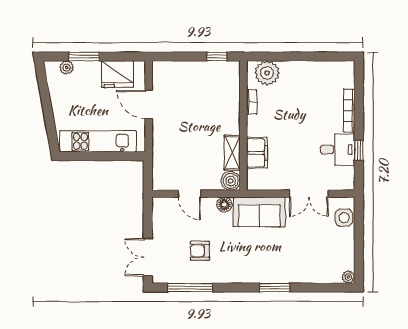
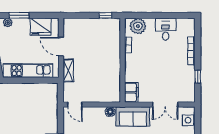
desk: (338, 150) -> (166, 29), moved, turned -90
shelving: (232, 153) -> (68, 70), moved
filing cabinet: (257, 153) -> (131, 92), moved
boiler: (231, 181) -> (114, 96), removed
door: (189, 194) -> (75, 105), moved

